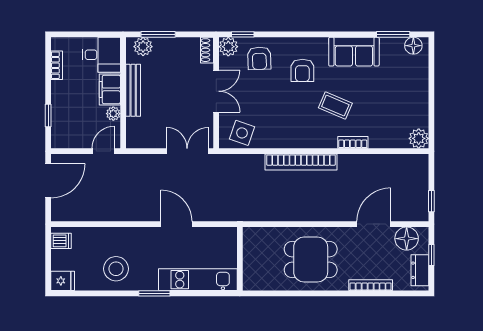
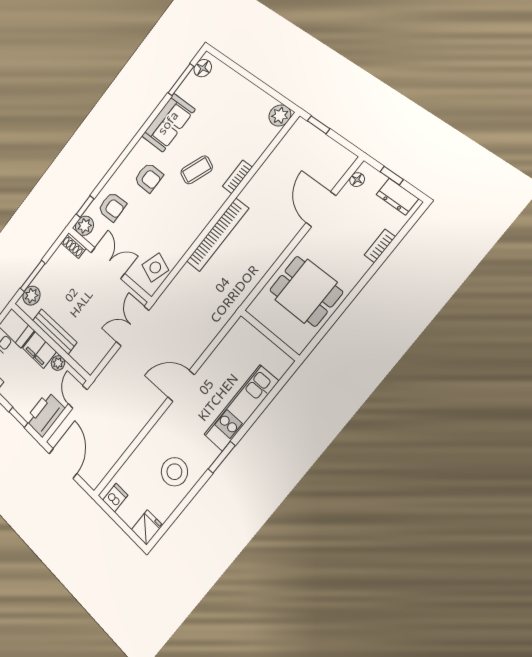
printer: (69, 135) -> (45, 414), added
window: (431, 201) -> (319, 125), moved
floor lamp: (407, 239) -> (357, 180), width x0.53, depth x0.53
wall: (240, 259) -> (270, 335), moved
dining table: (311, 260) -> (306, 291), turned 90
bookcase: (371, 285) -> (380, 246), width x0.64

